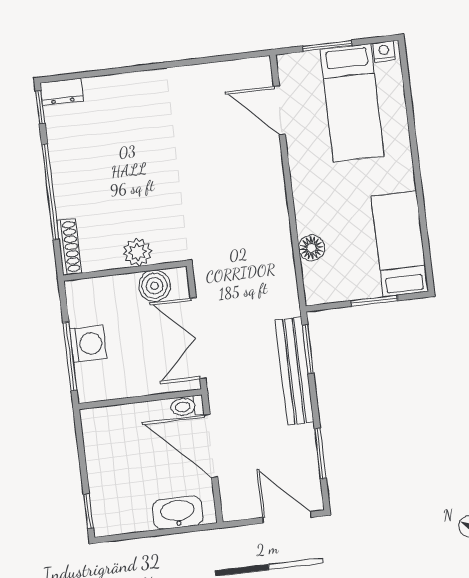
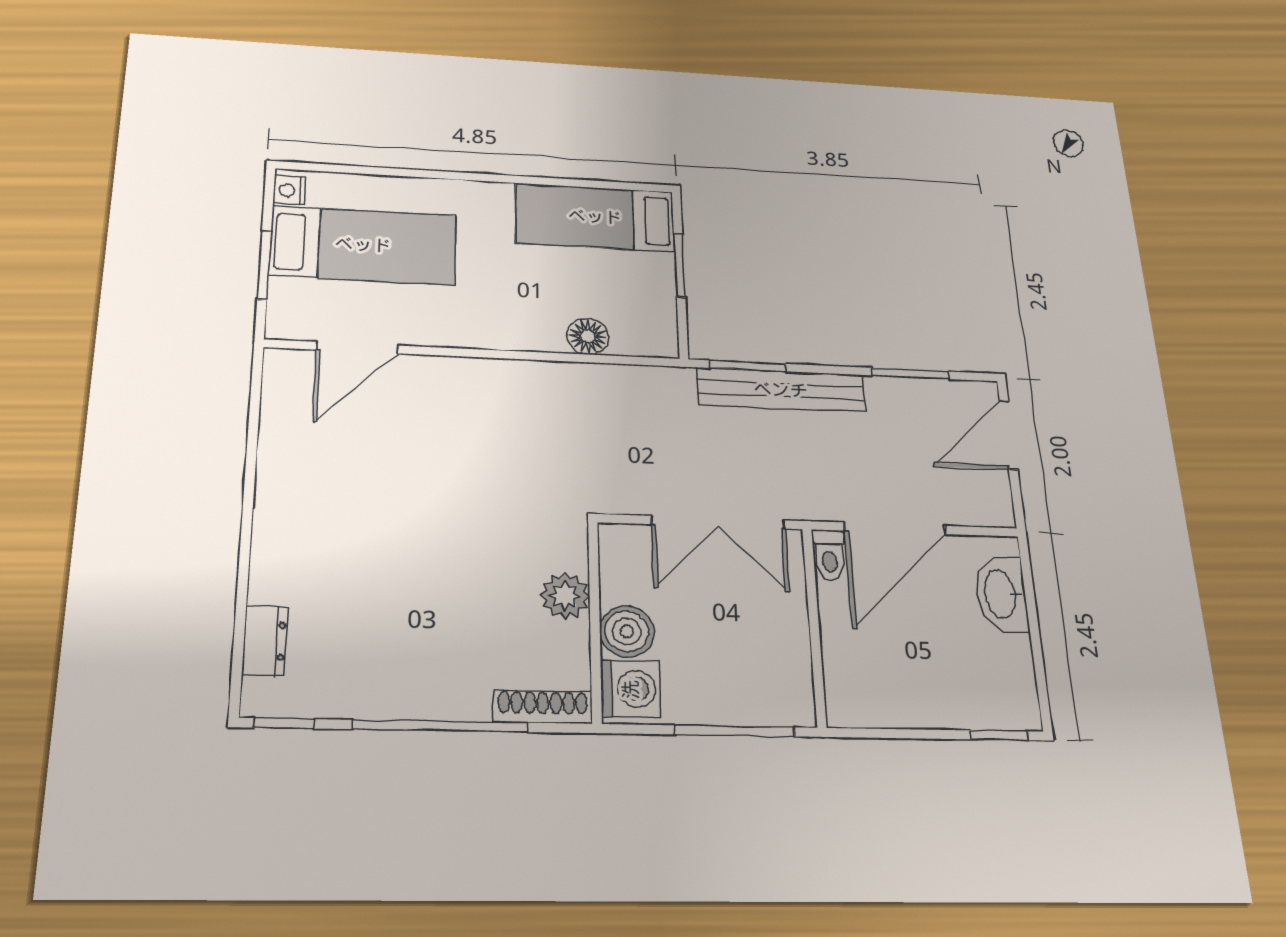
dresser: (62, 92) -> (265, 641), moved
boiler: (155, 286) -> (627, 631), moved
washing machine: (88, 344) -> (631, 689), moved, turned 90

